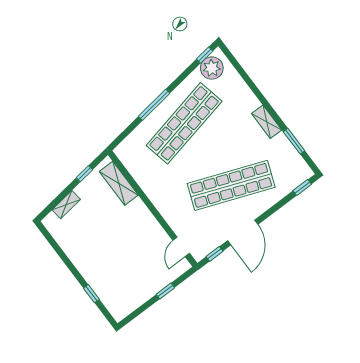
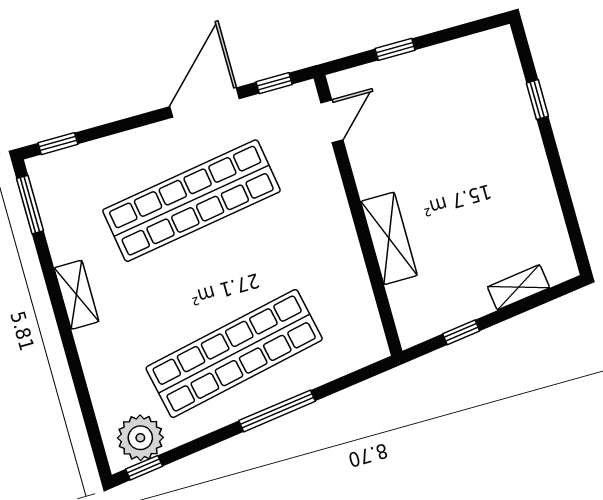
window: (294, 141) -> (30, 205), moved
shelving: (119, 183) -> (389, 238), moved
shop shelf: (231, 185) -> (191, 201), turned -30

